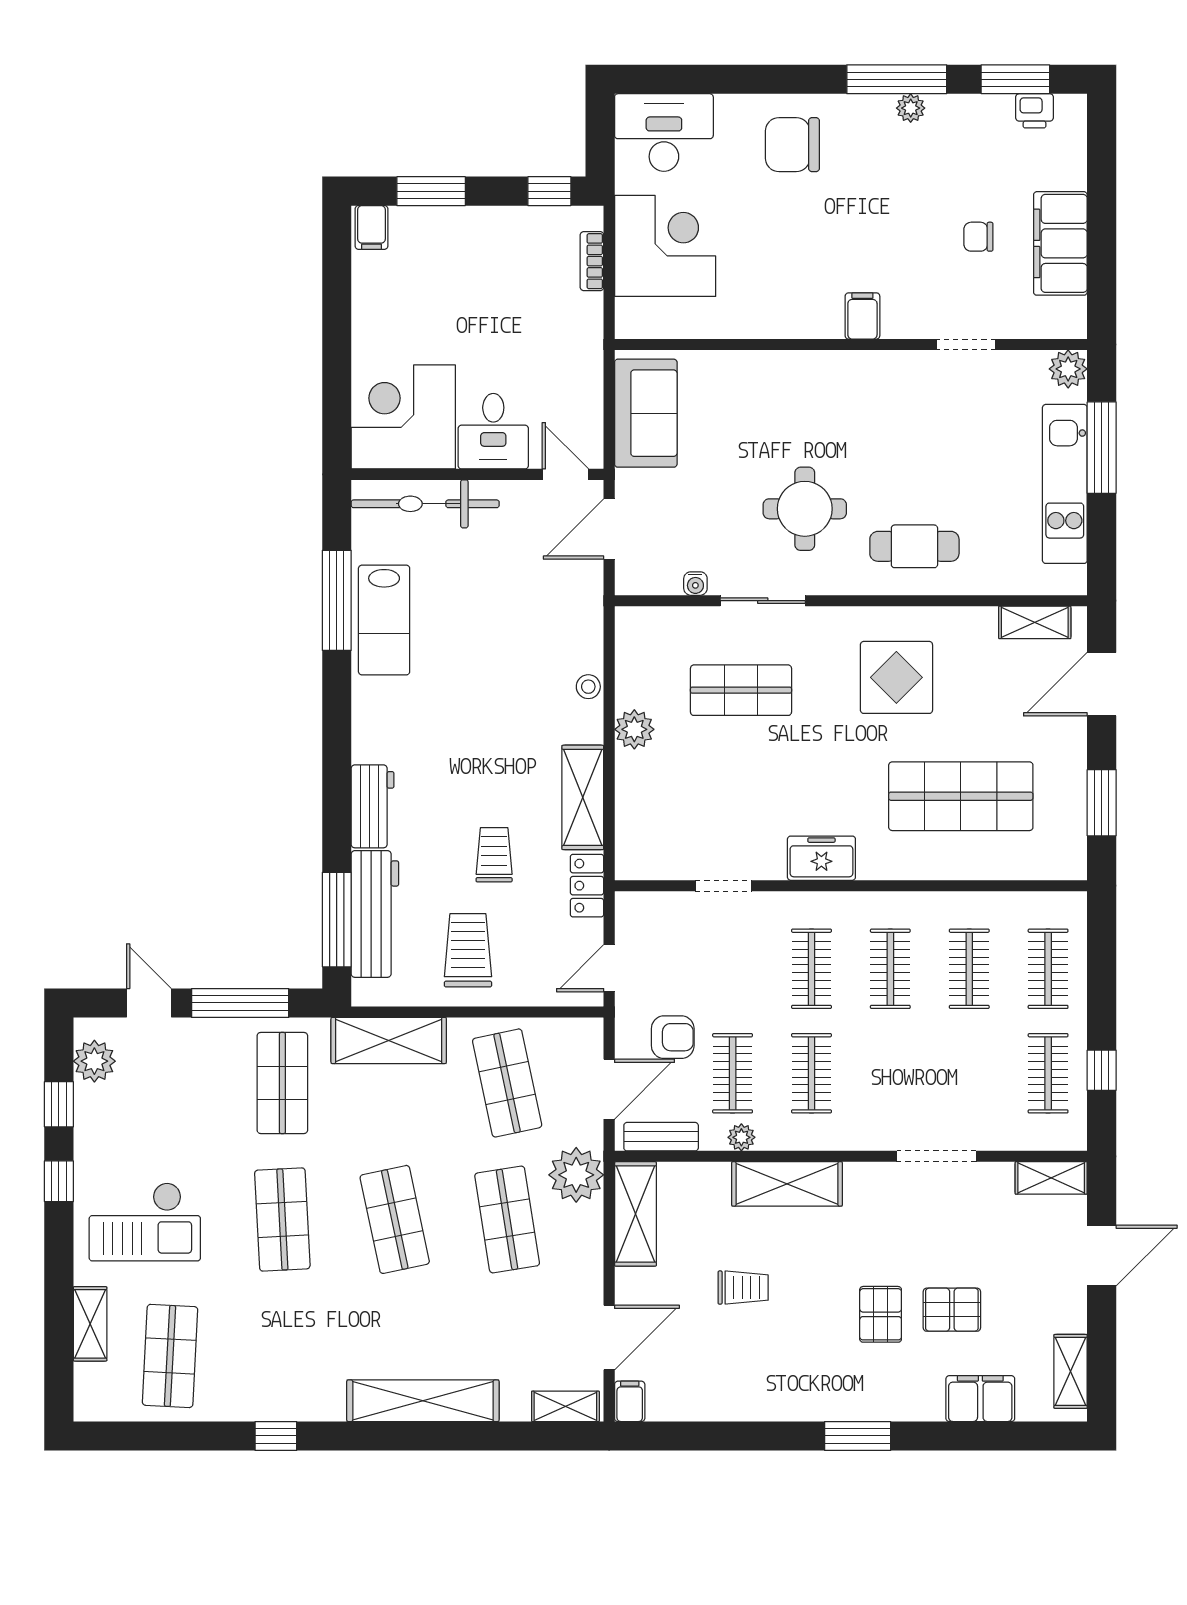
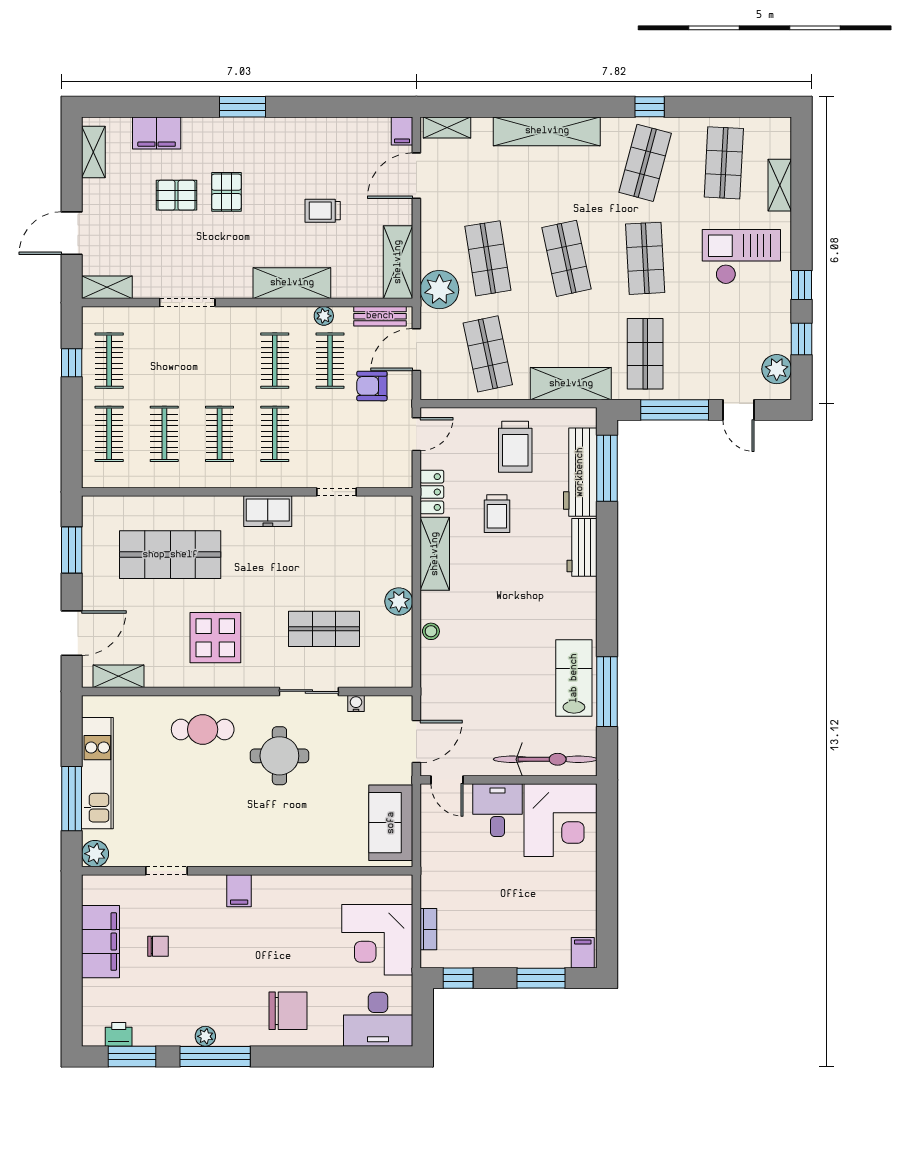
shop shelf: (282, 1356) -> (645, 163), added

